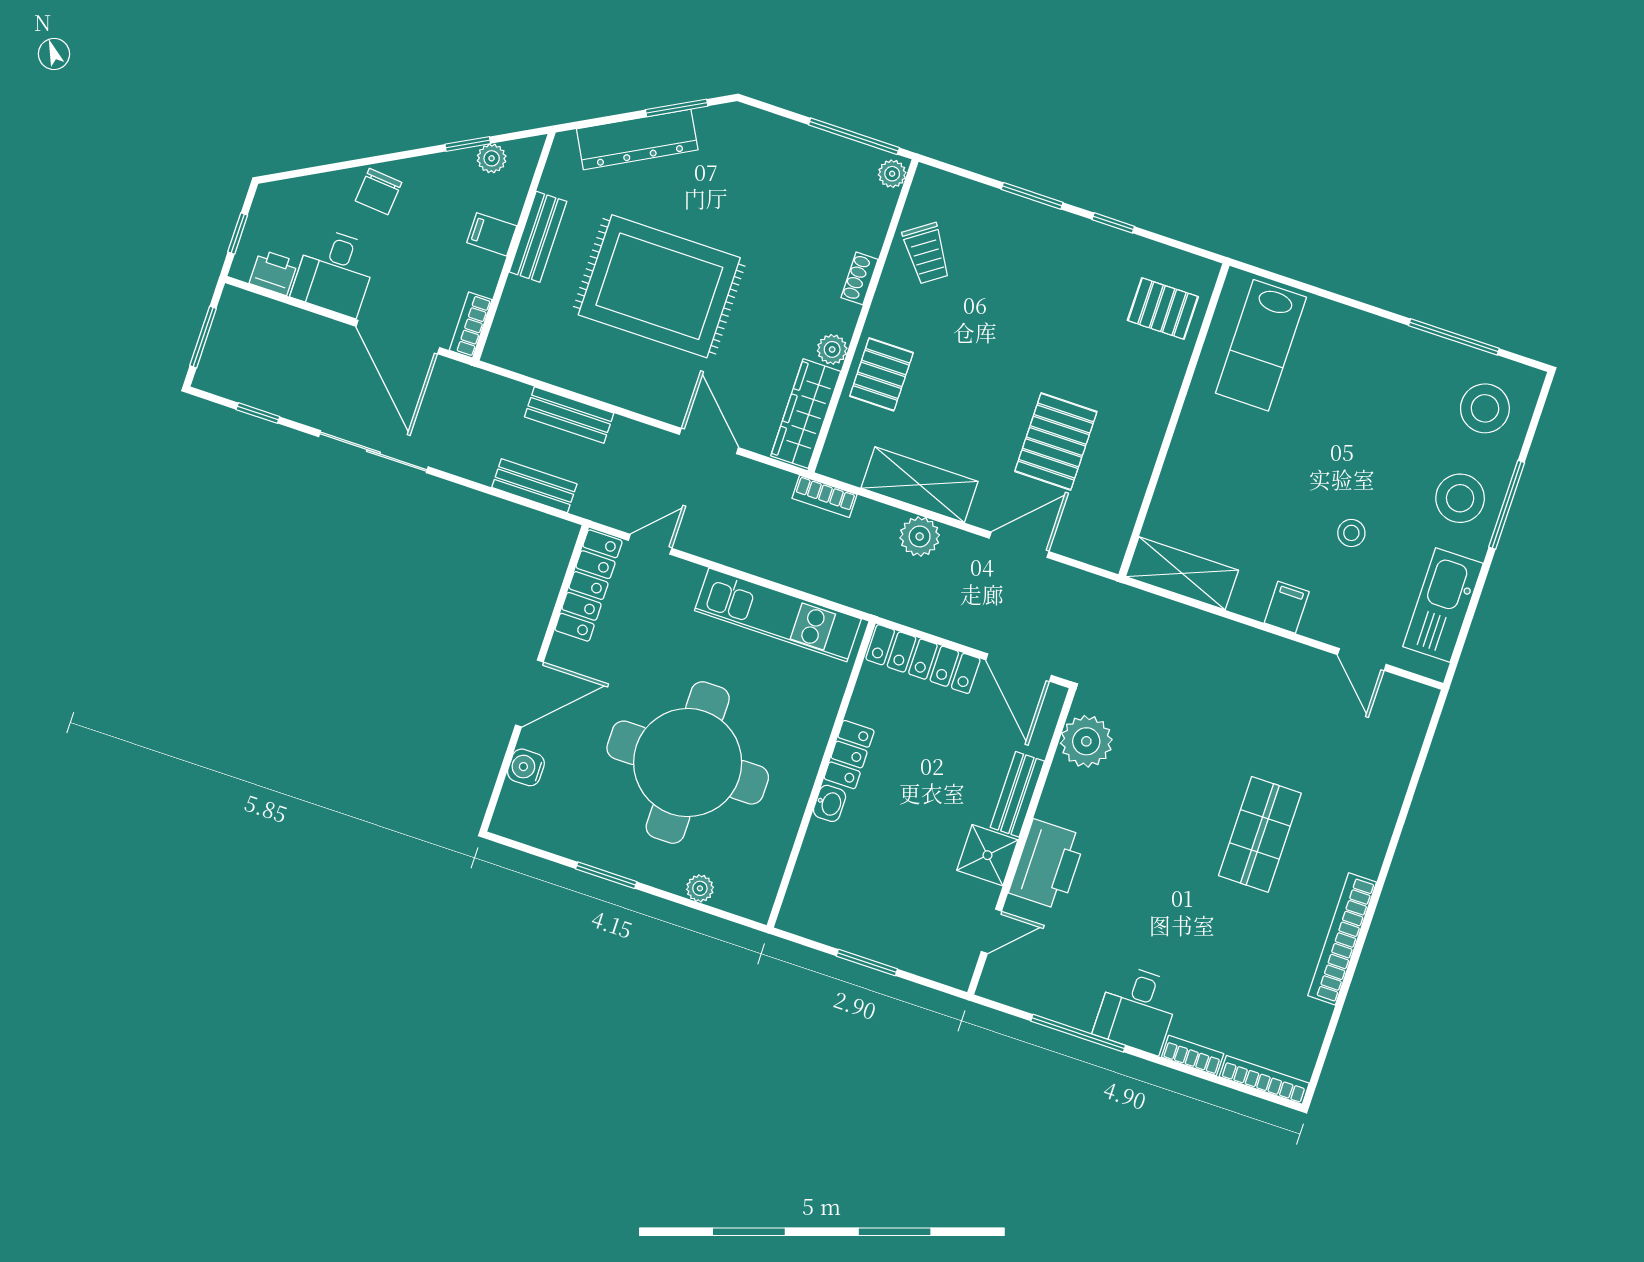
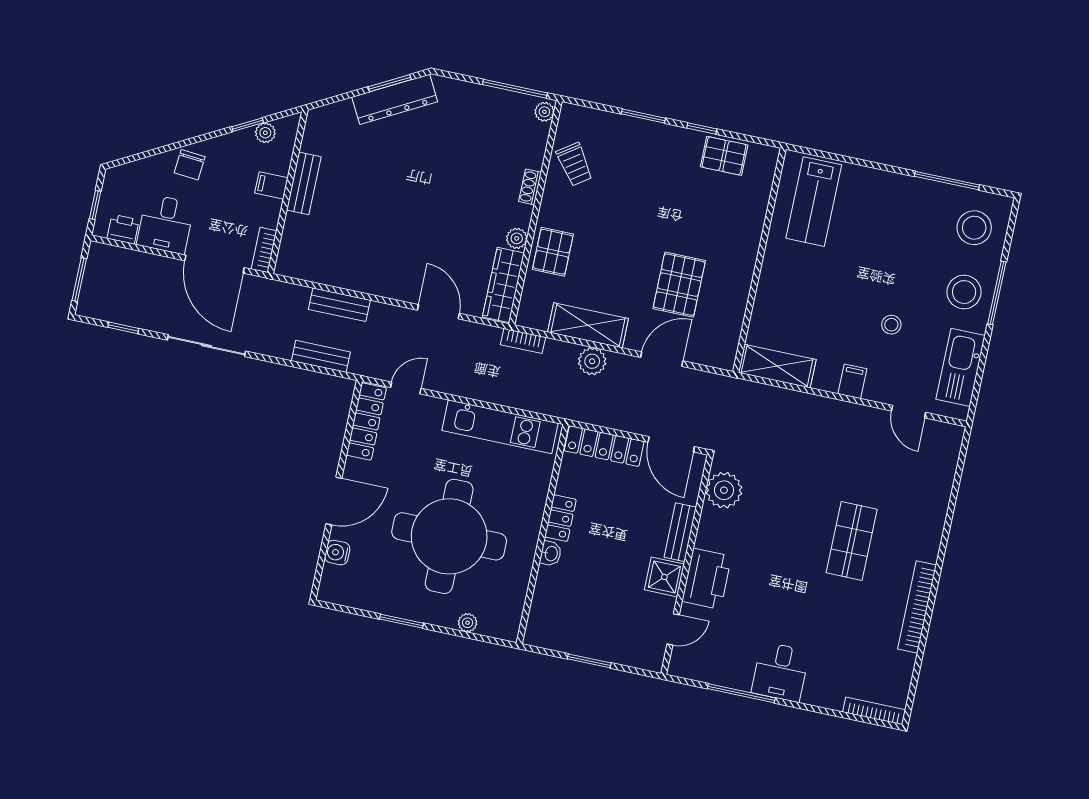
dresser: (637, 139) -> (395, 99), moved
rug: (659, 286) -> (392, 208), removed
pallet: (1163, 309) -> (724, 156), moved
bookcase: (1193, 1055) -> (822, 700), removed

